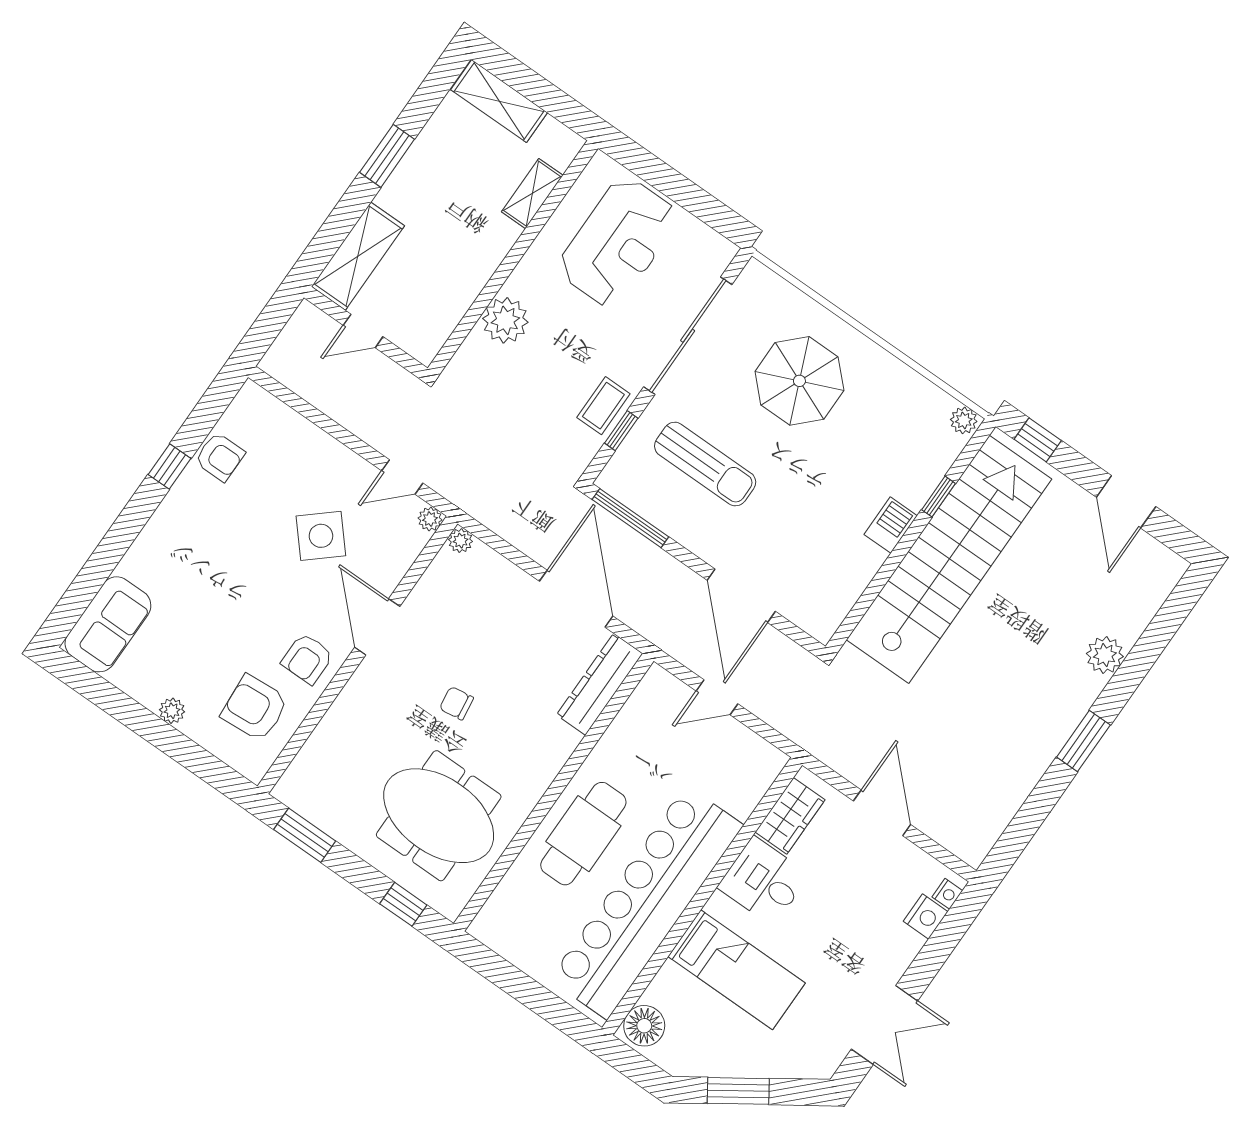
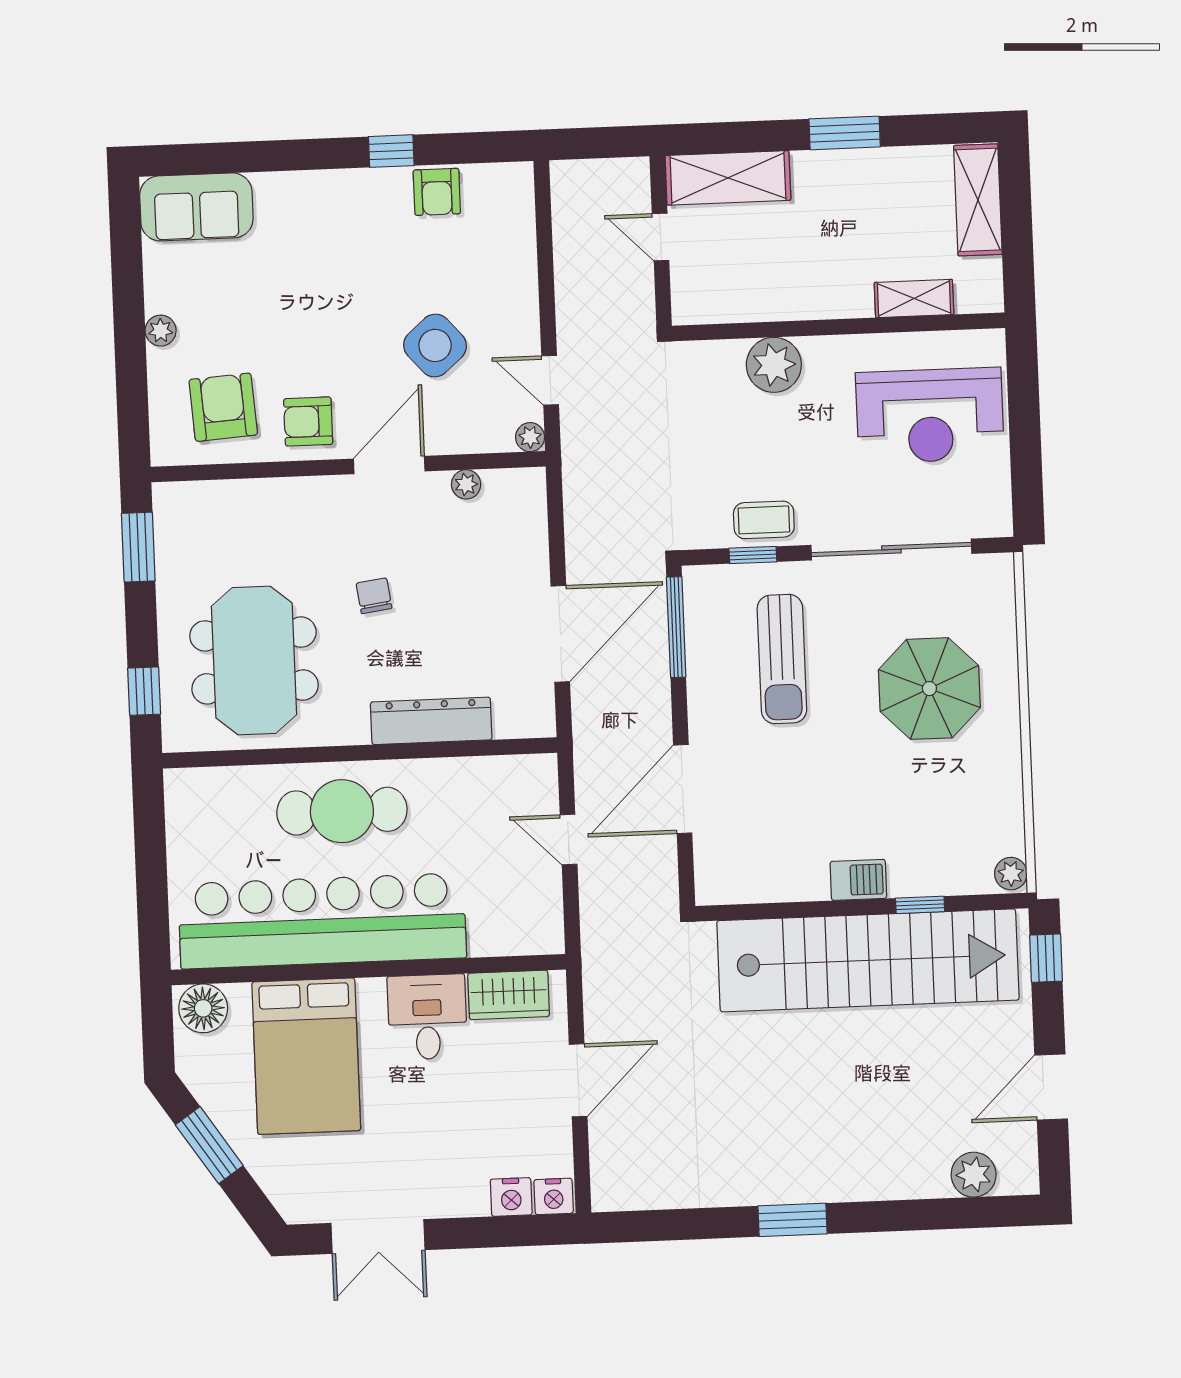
plant: (460, 541) -> (466, 484), moved
plant: (1105, 655) -> (974, 1175), moved
dresser: (600, 684) -> (431, 721), moved
nightstand: (947, 894) -> (554, 1196), width x1.39, depth x1.35
bed: (737, 970) -> (306, 1056), width x1.50

